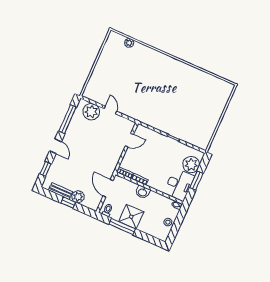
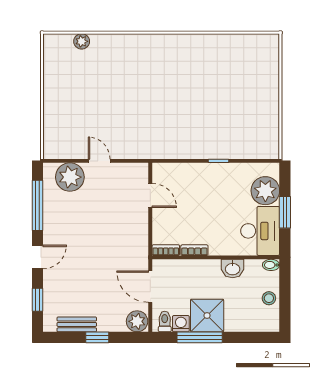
door: (129, 140) -> (150, 195), hinge flipped
door: (56, 146) -> (38, 257), hinge flipped
washbasin: (143, 192) -> (233, 269), moved
plant: (78, 197) -> (137, 321), moved
washing machine: (116, 215) -> (181, 324), added

